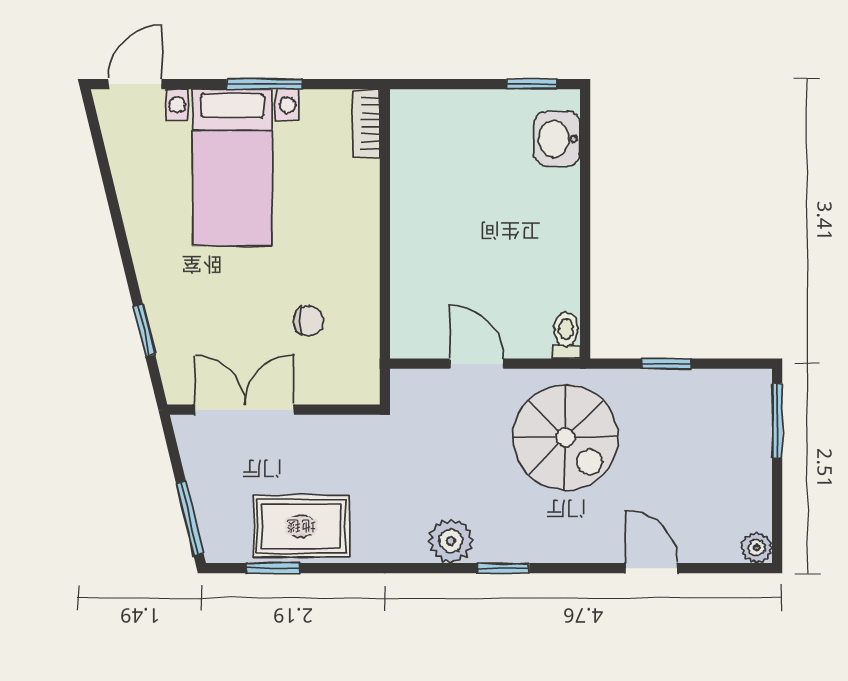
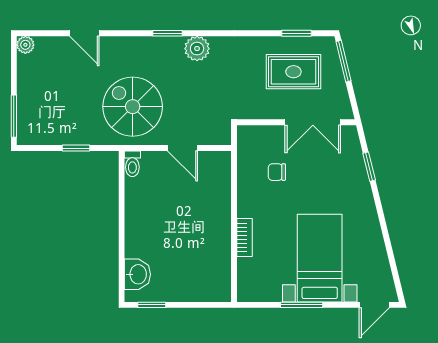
bookcase: (366, 123) -> (244, 237), moved
rug: (301, 526) -> (293, 72), moved

